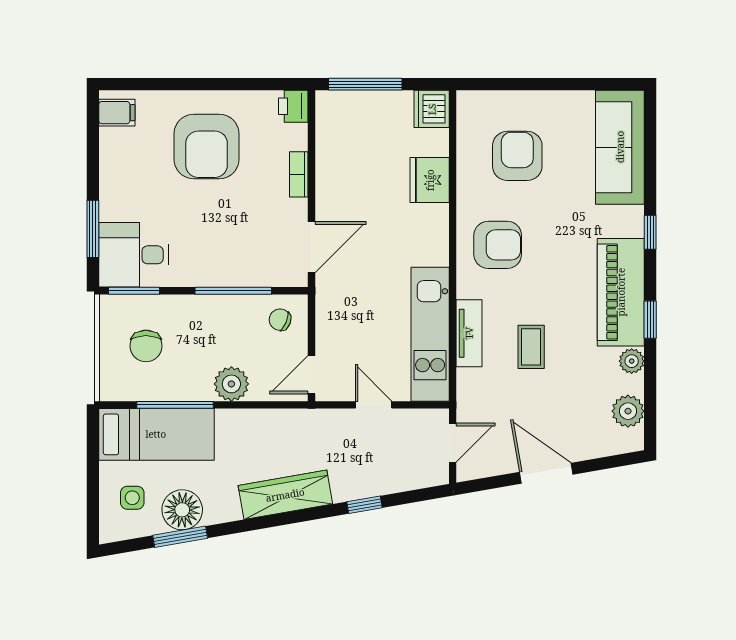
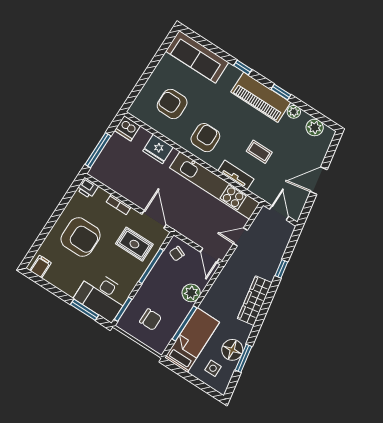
rug: (251, 241) -> (134, 244), added
desk: (134, 255) -> (102, 296), width x1.37
kitchen unit: (430, 334) -> (215, 185), width x1.36

